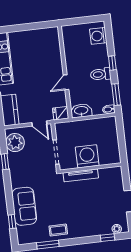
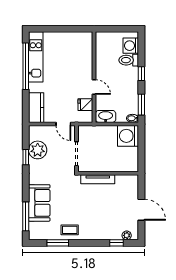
toilet: (101, 74) -> (129, 60), moved
door: (66, 82) -> (94, 87), swing flipped
fridge: (61, 113) -> (85, 105), moved
plant: (15, 143) -> (38, 150), moved
washing machine: (87, 156) -> (128, 136), moved, turned -90
window: (12, 222) -> (26, 216), width x2.17

